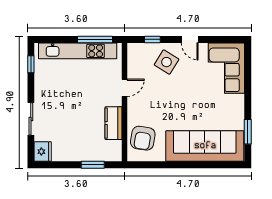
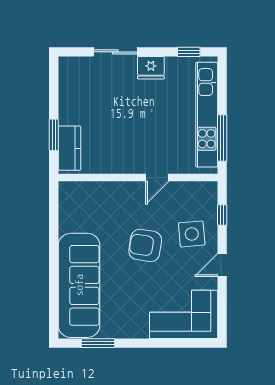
side table: (167, 62) -> (192, 234), turned -37
door: (125, 88) -> (157, 178), hinge flipped
kitchen counter: (114, 123) -> (69, 148), moved, turned 90
armchair: (143, 138) -> (145, 245), moved
fridge: (43, 152) -> (151, 68), moved

